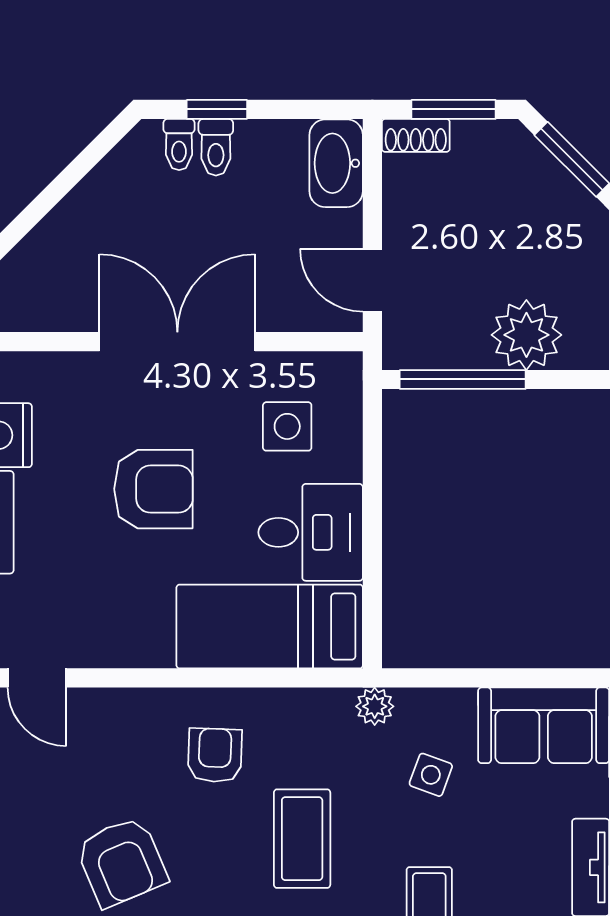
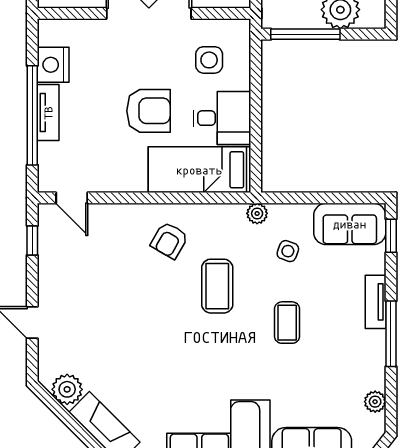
armchair: (153, 489) -> (149, 111), moved
armchair: (215, 755) -> (169, 240), turned -152
armchair: (121, 862) -> (118, 299), removed

